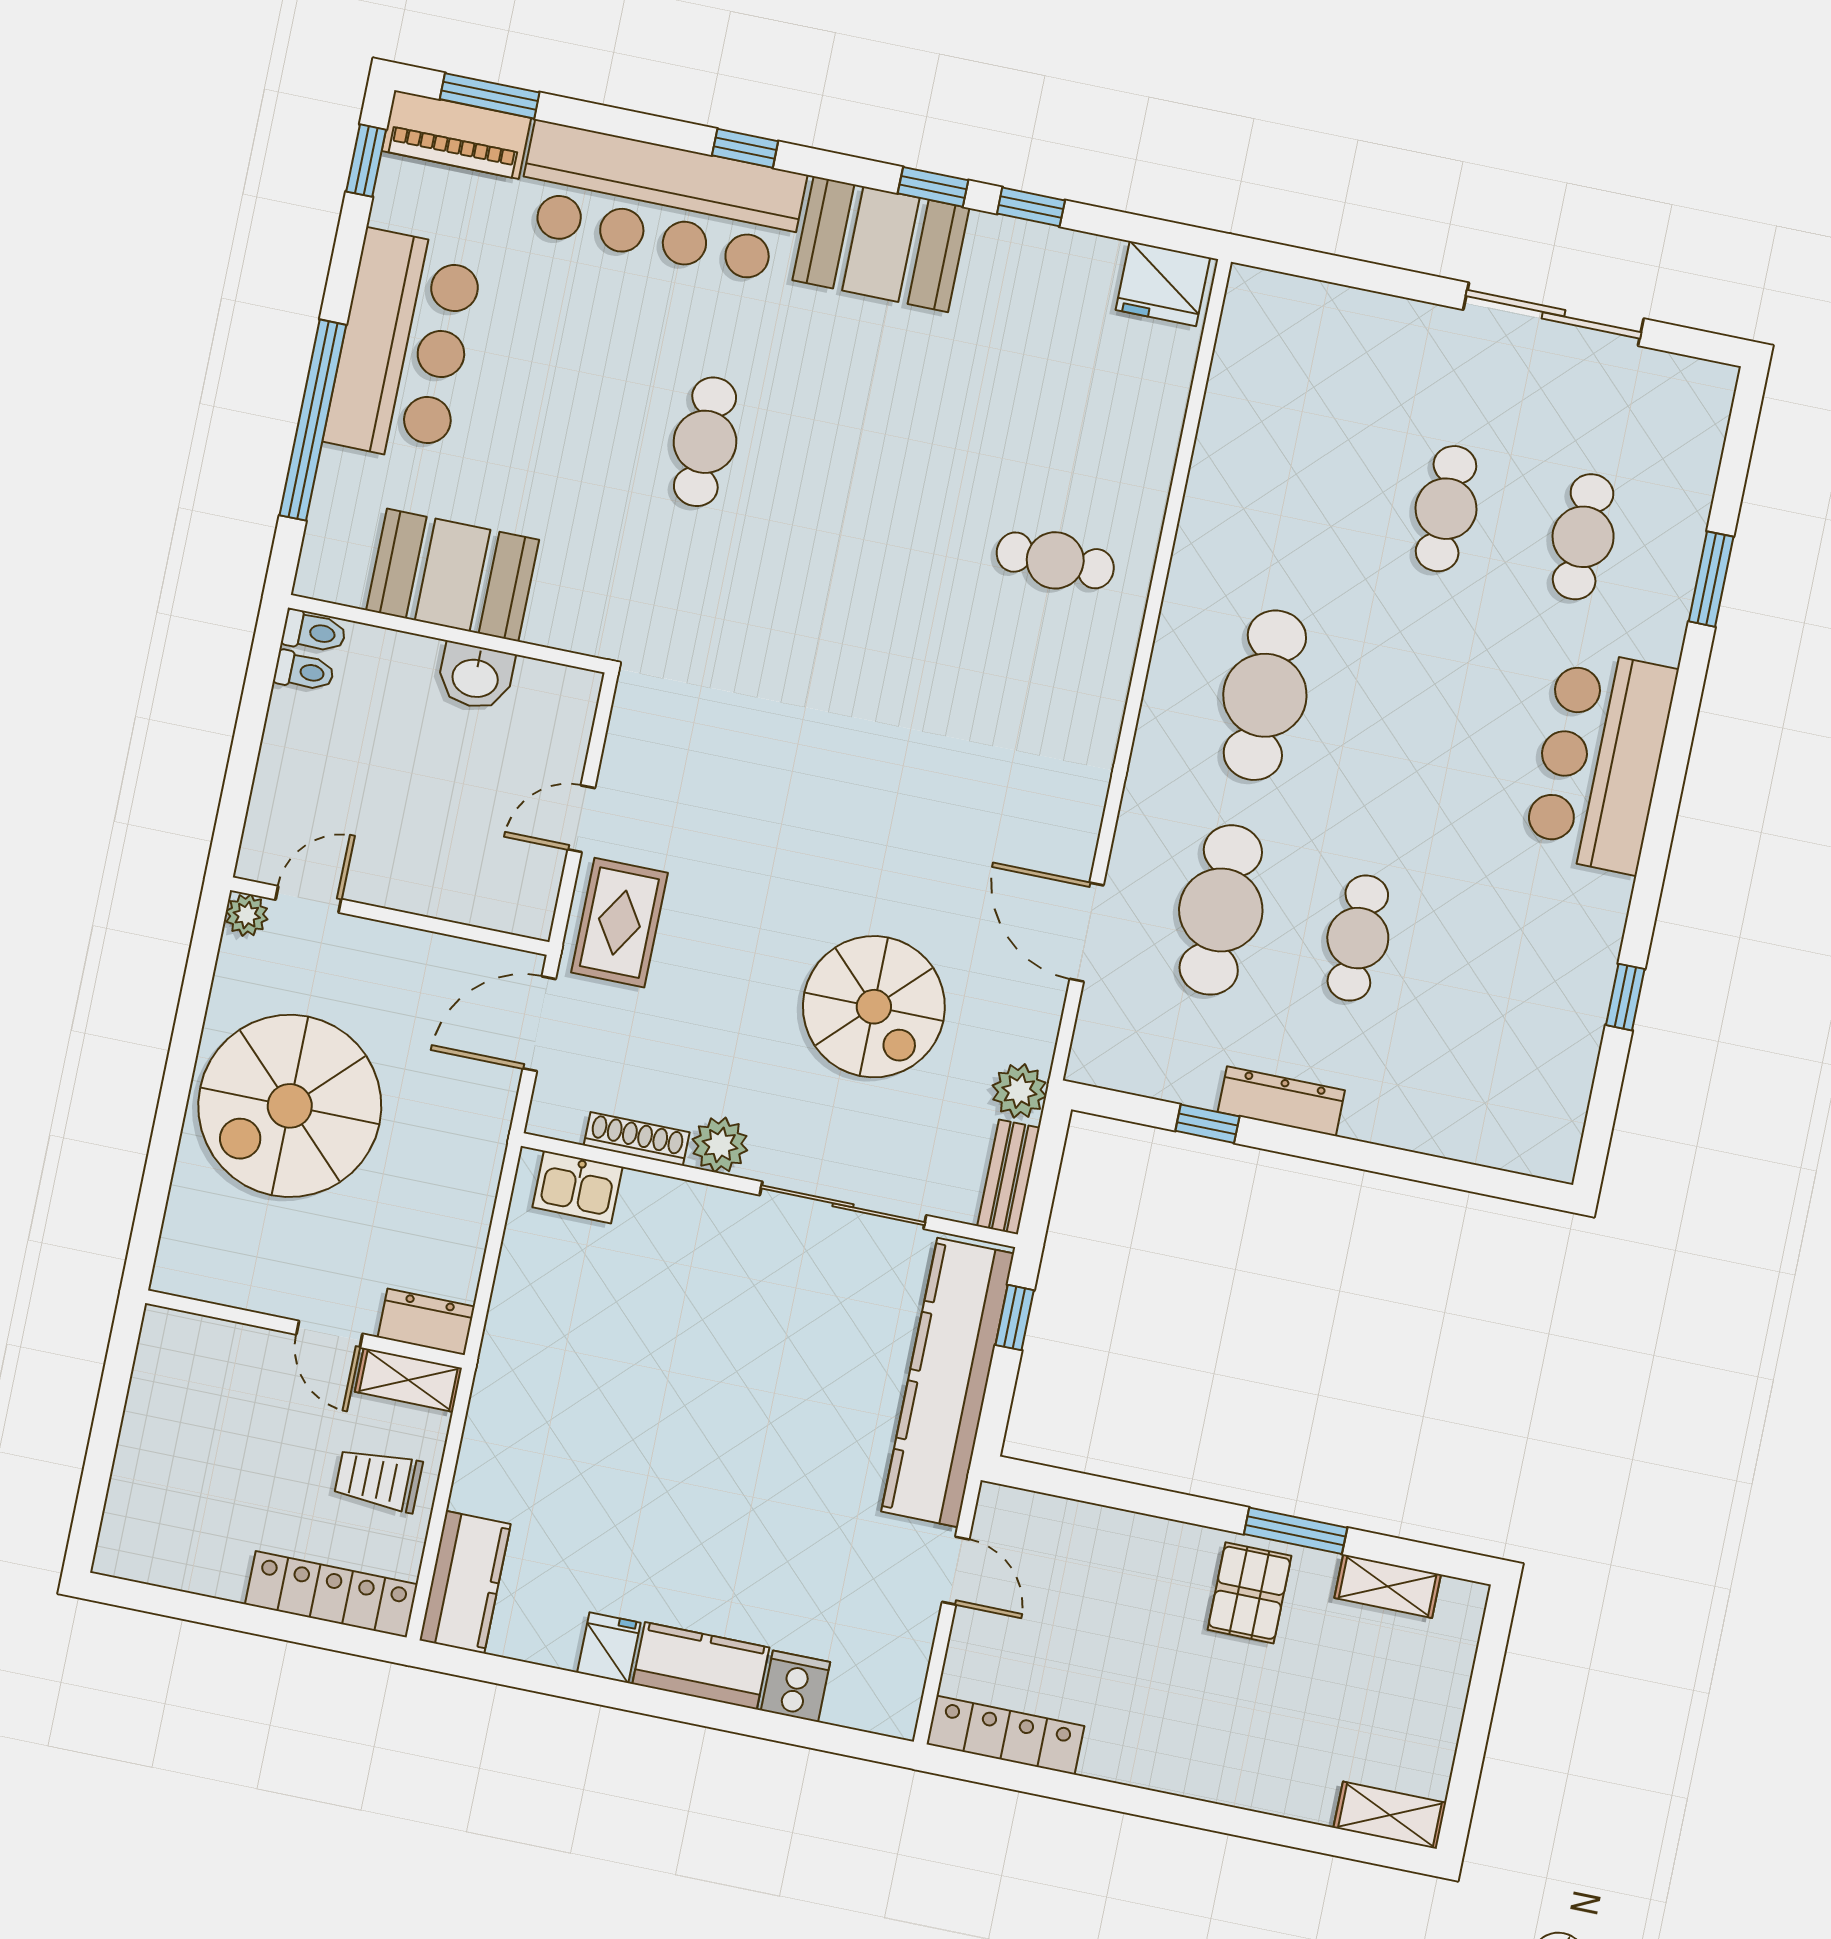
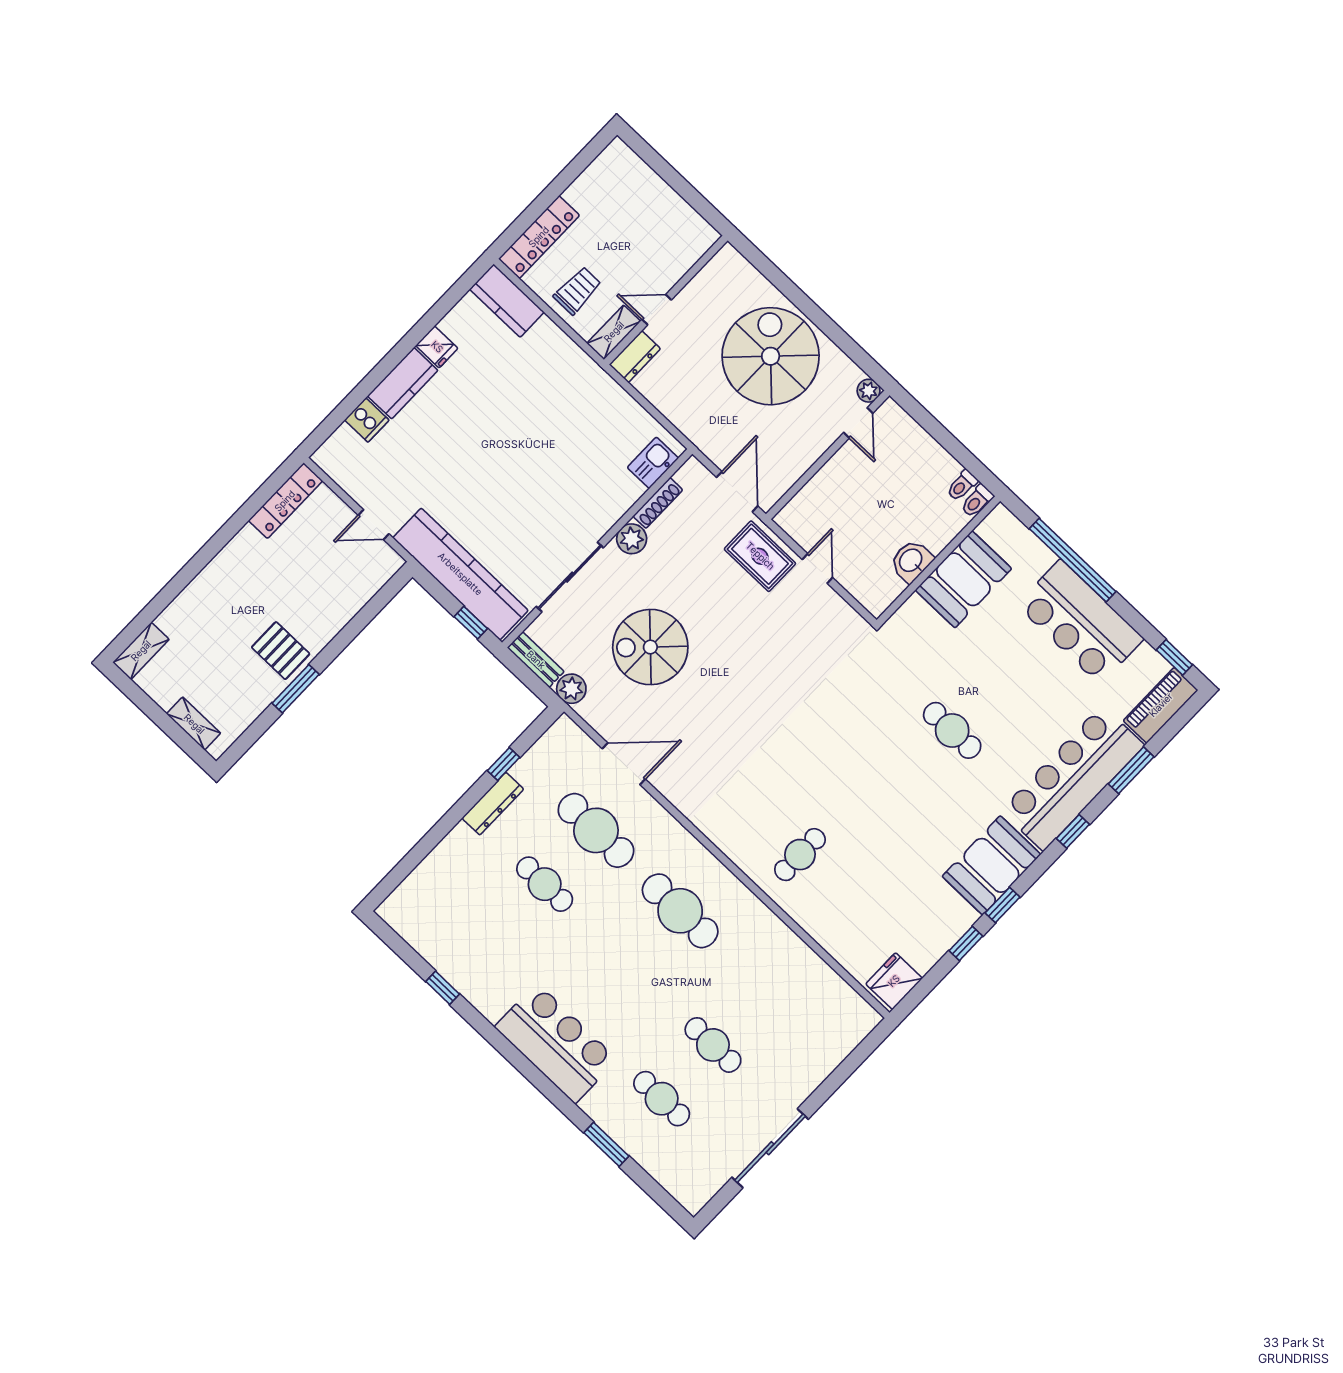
window: (490, 96) -> (1131, 770), moved
shelving: (1388, 1586) -> (194, 724), moved, turned 90

